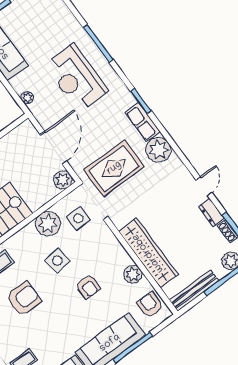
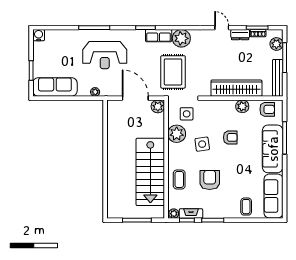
armchair: (150, 305) -> (267, 109), turned 180

